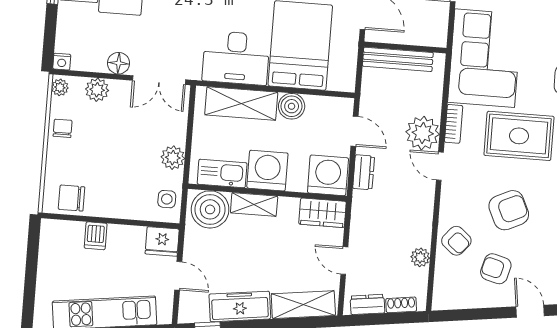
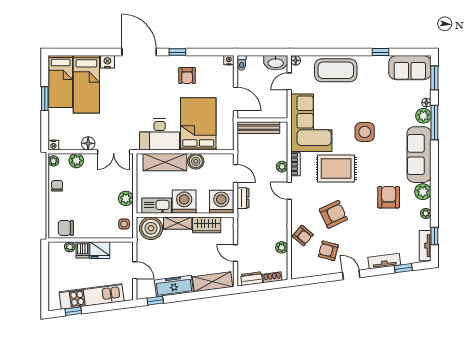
plant: (423, 133) -> (282, 167), width x0.53, depth x0.53
wardrobe: (322, 213) -> (207, 225), moved
plant: (75, 229) -> (70, 247), added
fridge: (162, 241) -> (100, 250), moved

